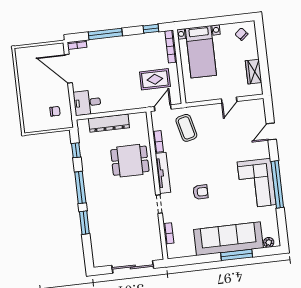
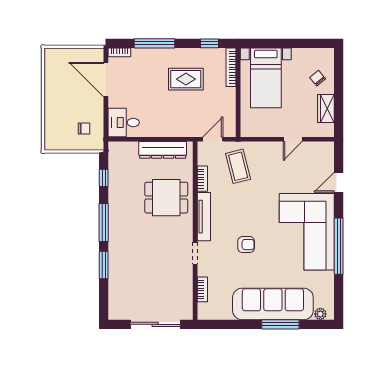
chair: (241, 34) -> (318, 78), moved
rug: (155, 79) -> (186, 79), moved
dresser: (109, 123) -> (163, 150), moved
corner sofa: (257, 183) -> (307, 232), width x1.36, depth x1.36

